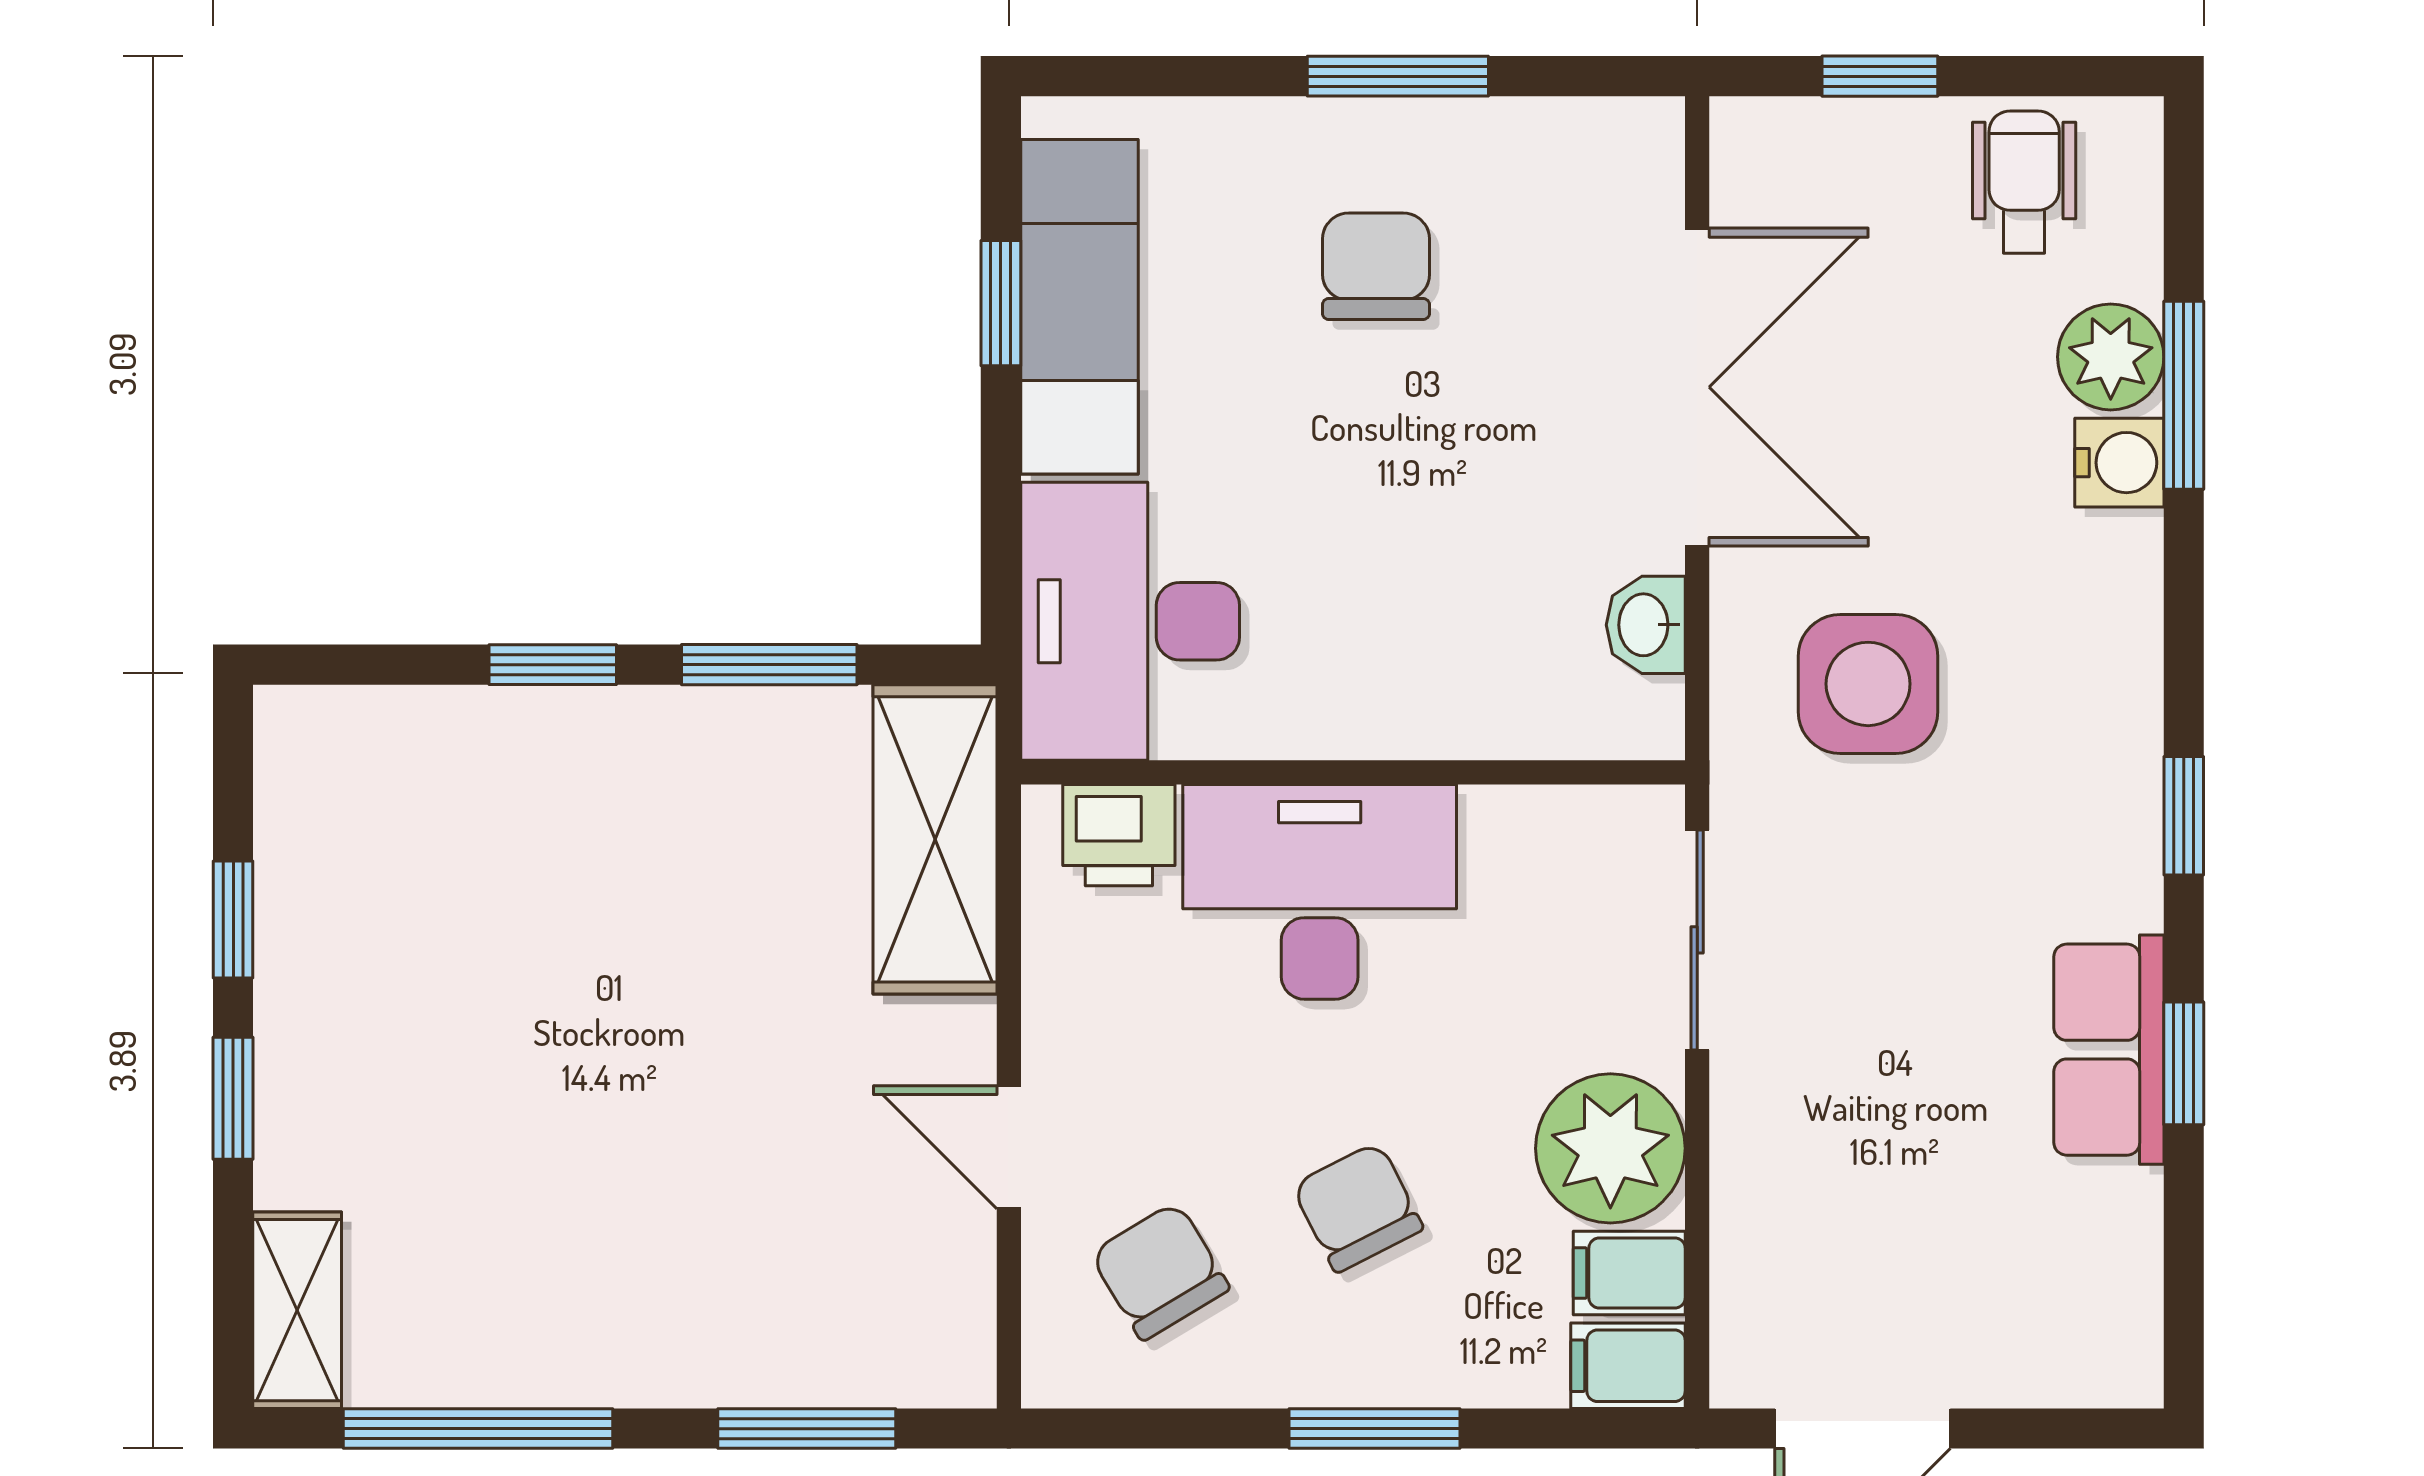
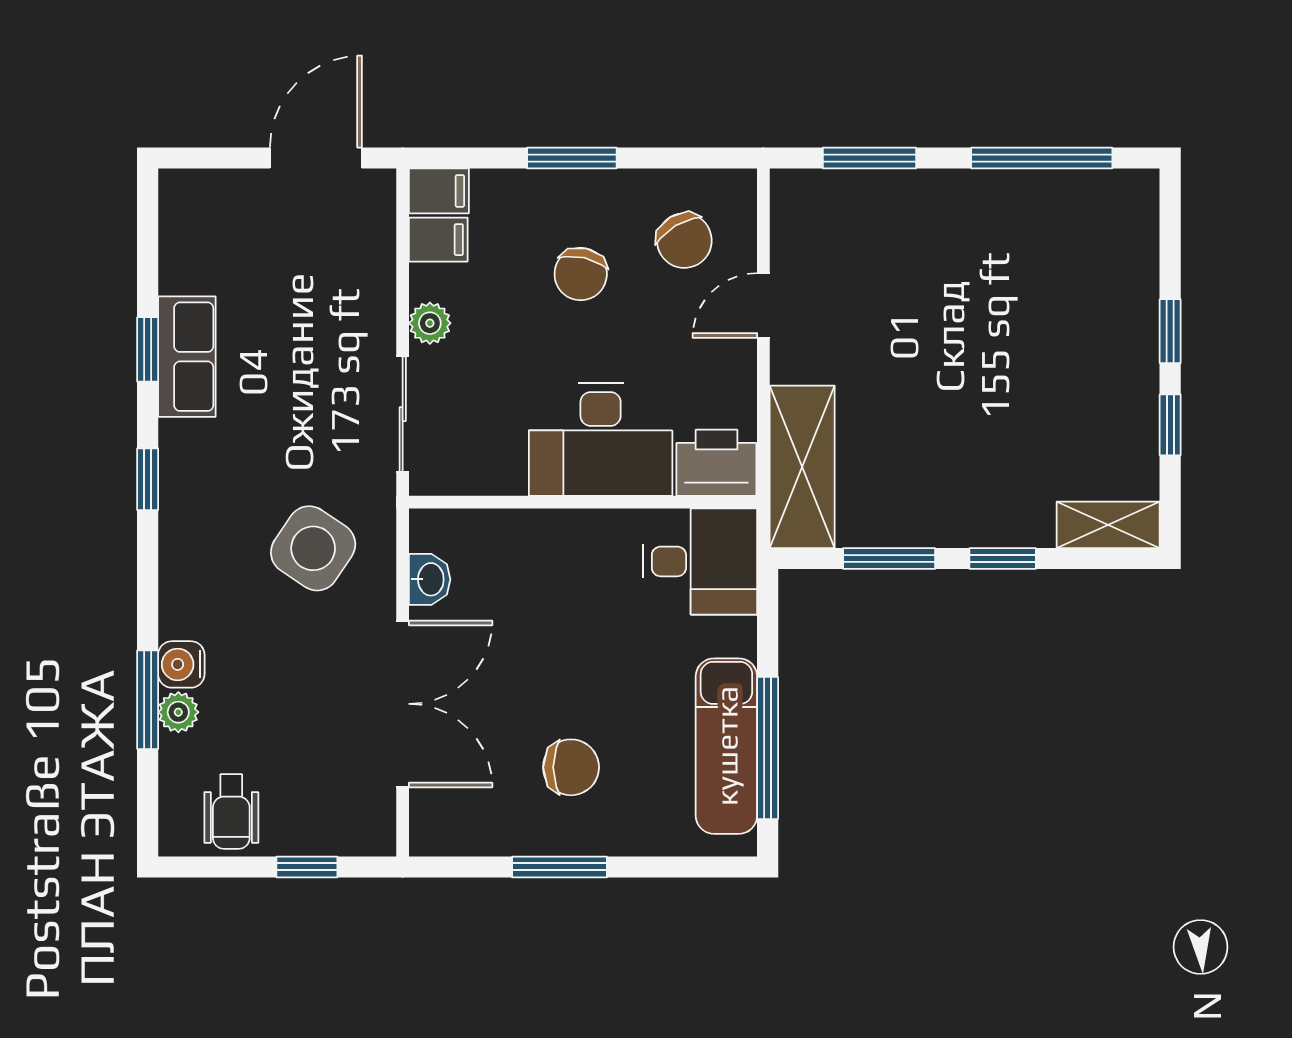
chair: (1376, 266) -> (571, 767), turned -90
window: (1001, 303) -> (768, 748), width x2.17
plant: (2111, 357) -> (178, 712), width x0.73, depth x0.73
double door: (1697, 387) -> (403, 704), swing flipped
desk: (1130, 621) -> (700, 561), width x0.73
side table: (1868, 684) -> (313, 548), turned 34
printer: (1119, 835) -> (716, 463), width x1.36, depth x1.24
door: (1009, 1147) -> (763, 306), swing flipped
plant: (1610, 1148) -> (430, 323), width x0.53, depth x0.53
chair: (1358, 1207) -> (581, 274), turned 40
shelving: (297, 1310) -> (1108, 525), moved, turned 90

